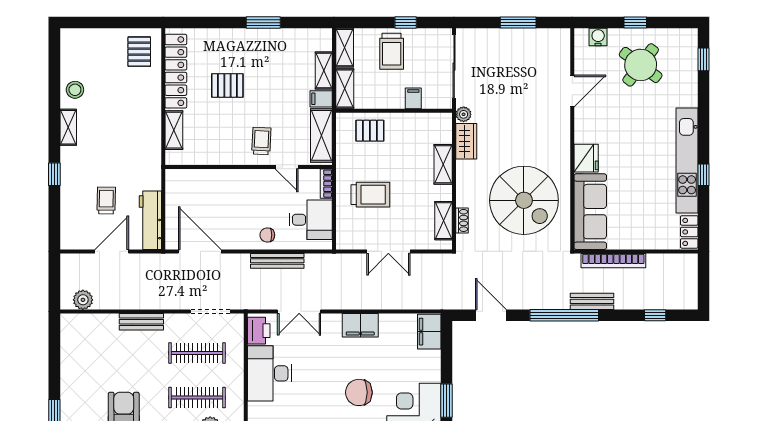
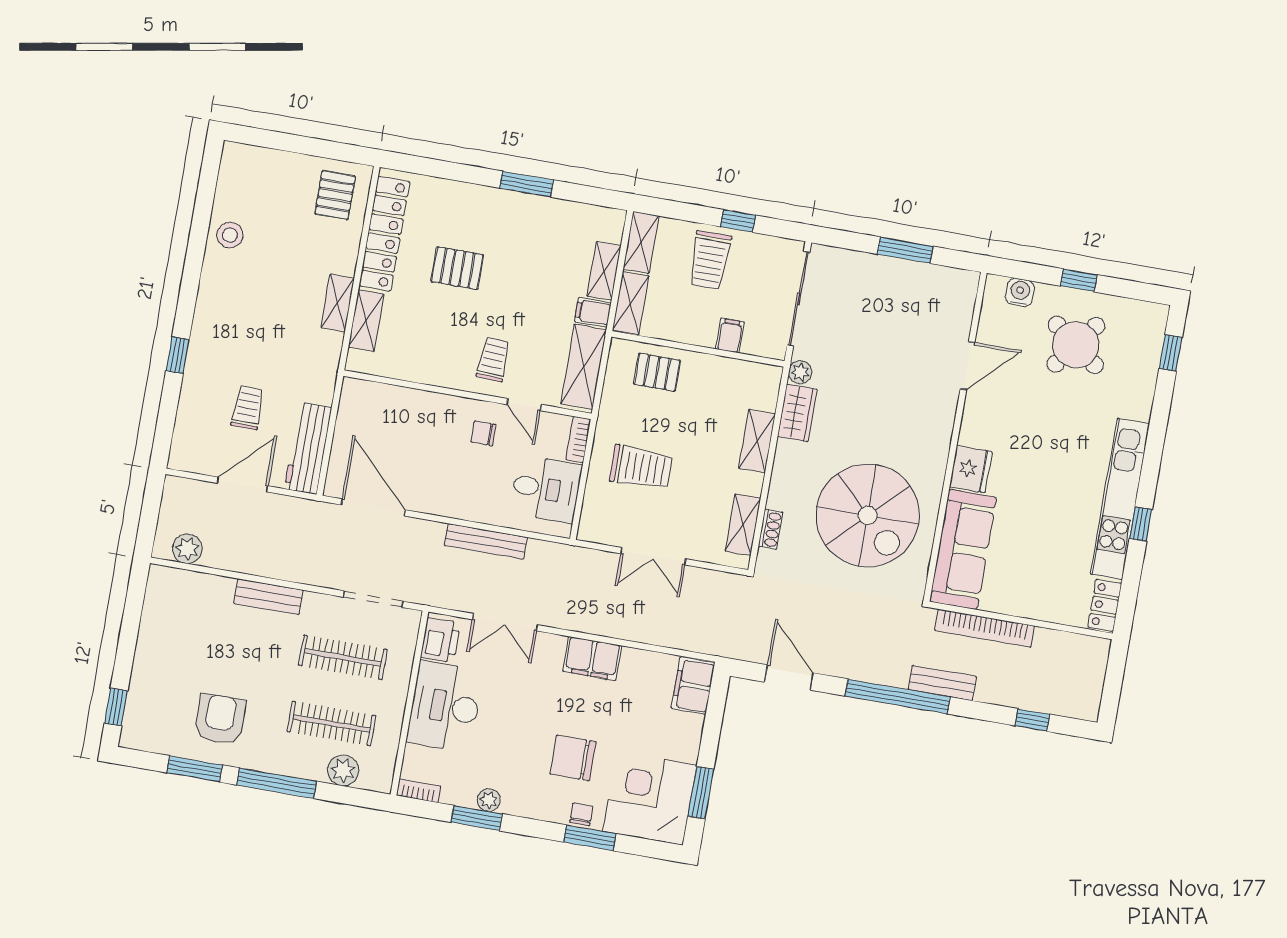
shelving: (68, 127) -> (338, 303), moved
chair: (267, 235) -> (484, 433), moved

